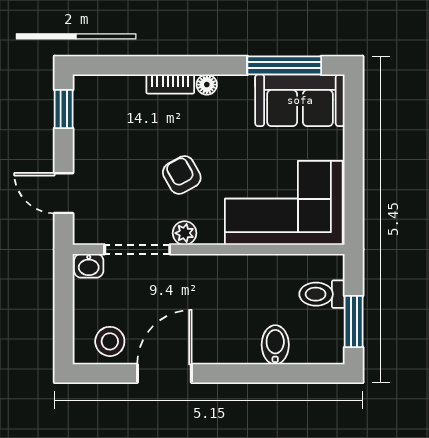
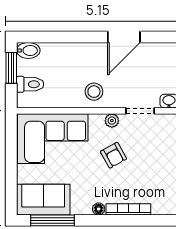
bookcase: (170, 84) -> (128, 209), width x1.56
doorway: (137, 249) -> (140, 111), width x0.73
stool: (110, 341) -> (94, 92), moved
bidet: (275, 345) -> (28, 50), moved, turned -90

